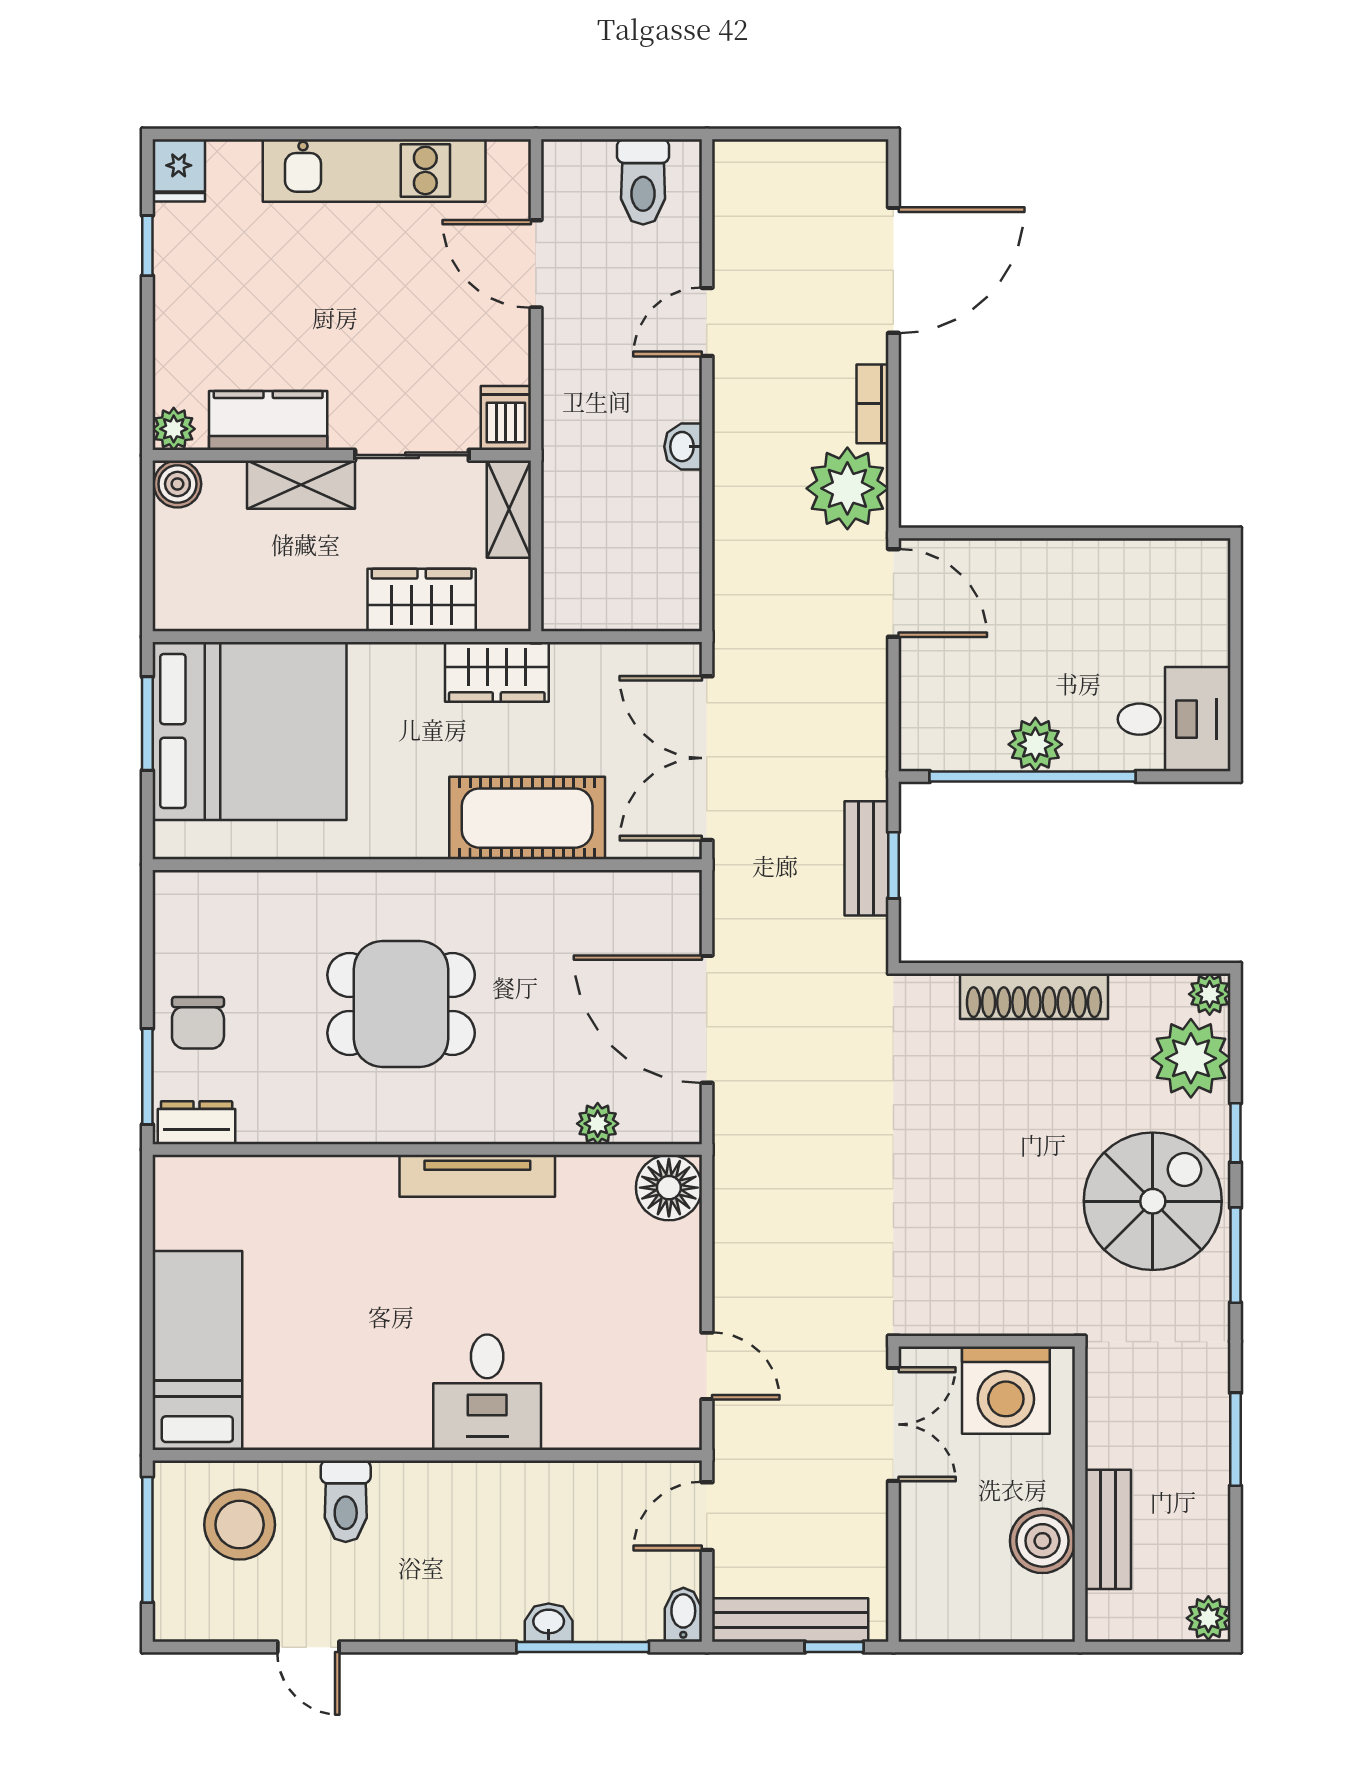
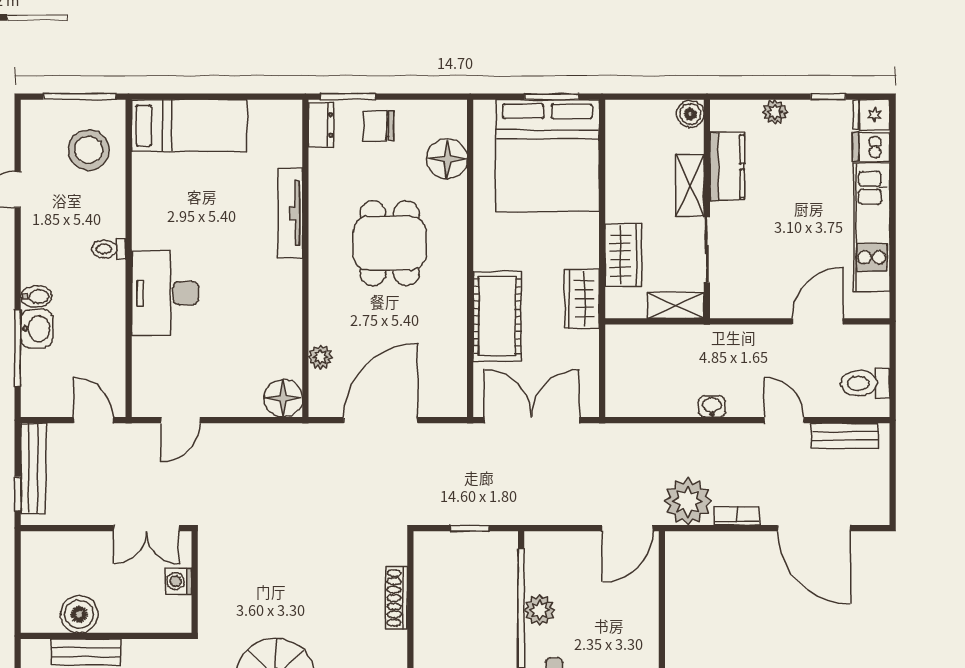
dishwasher: (506, 418) -> (871, 147), moved, turned 180
plant: (174, 429) -> (775, 112), moved
bench: (866, 858) -> (845, 436), moved
floor lamp: (255, 905) -> (447, 159), added
shoe rack: (1034, 996) -> (397, 598), width x0.74, depth x0.81
tv unit: (477, 1176) -> (290, 213), moved
washing machine: (1006, 1390) -> (178, 581), width x0.53, depth x0.53
desk: (487, 1392) -> (165, 293), width x1.37
toilet: (346, 1501) -> (109, 249), moved, width x0.73, depth x0.72
bidet: (683, 1615) -> (36, 297), moved
washbasin: (549, 1623) -> (37, 329), width x1.38, depth x1.45

